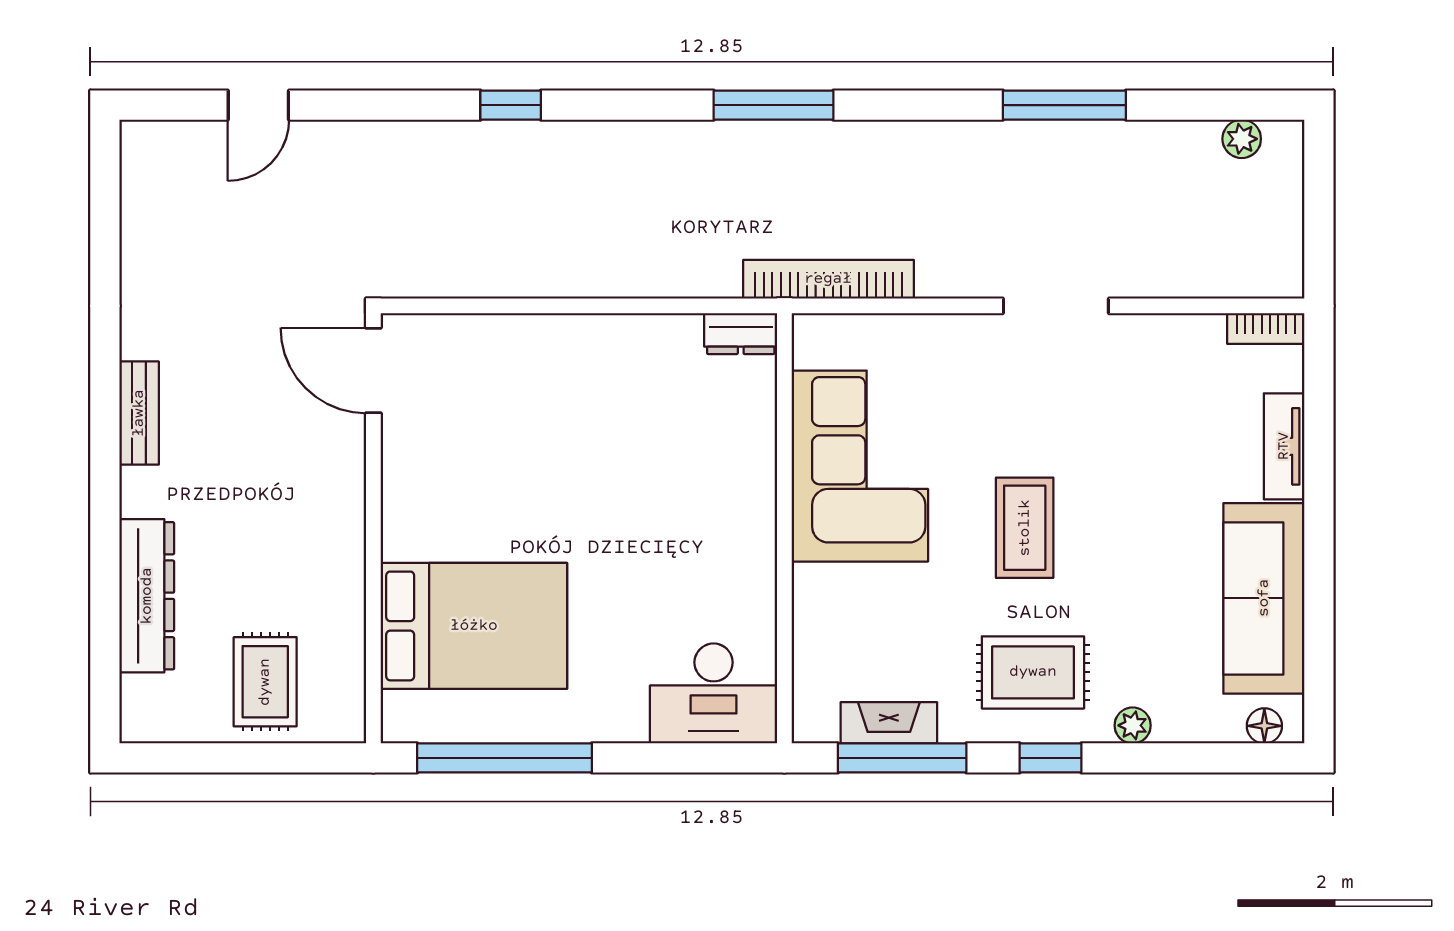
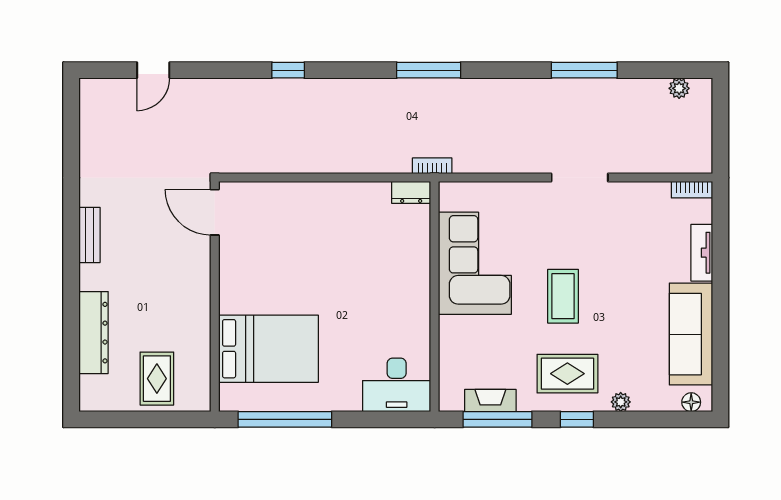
bookcase: (828, 279) -> (432, 166), width x0.43, depth x0.76

